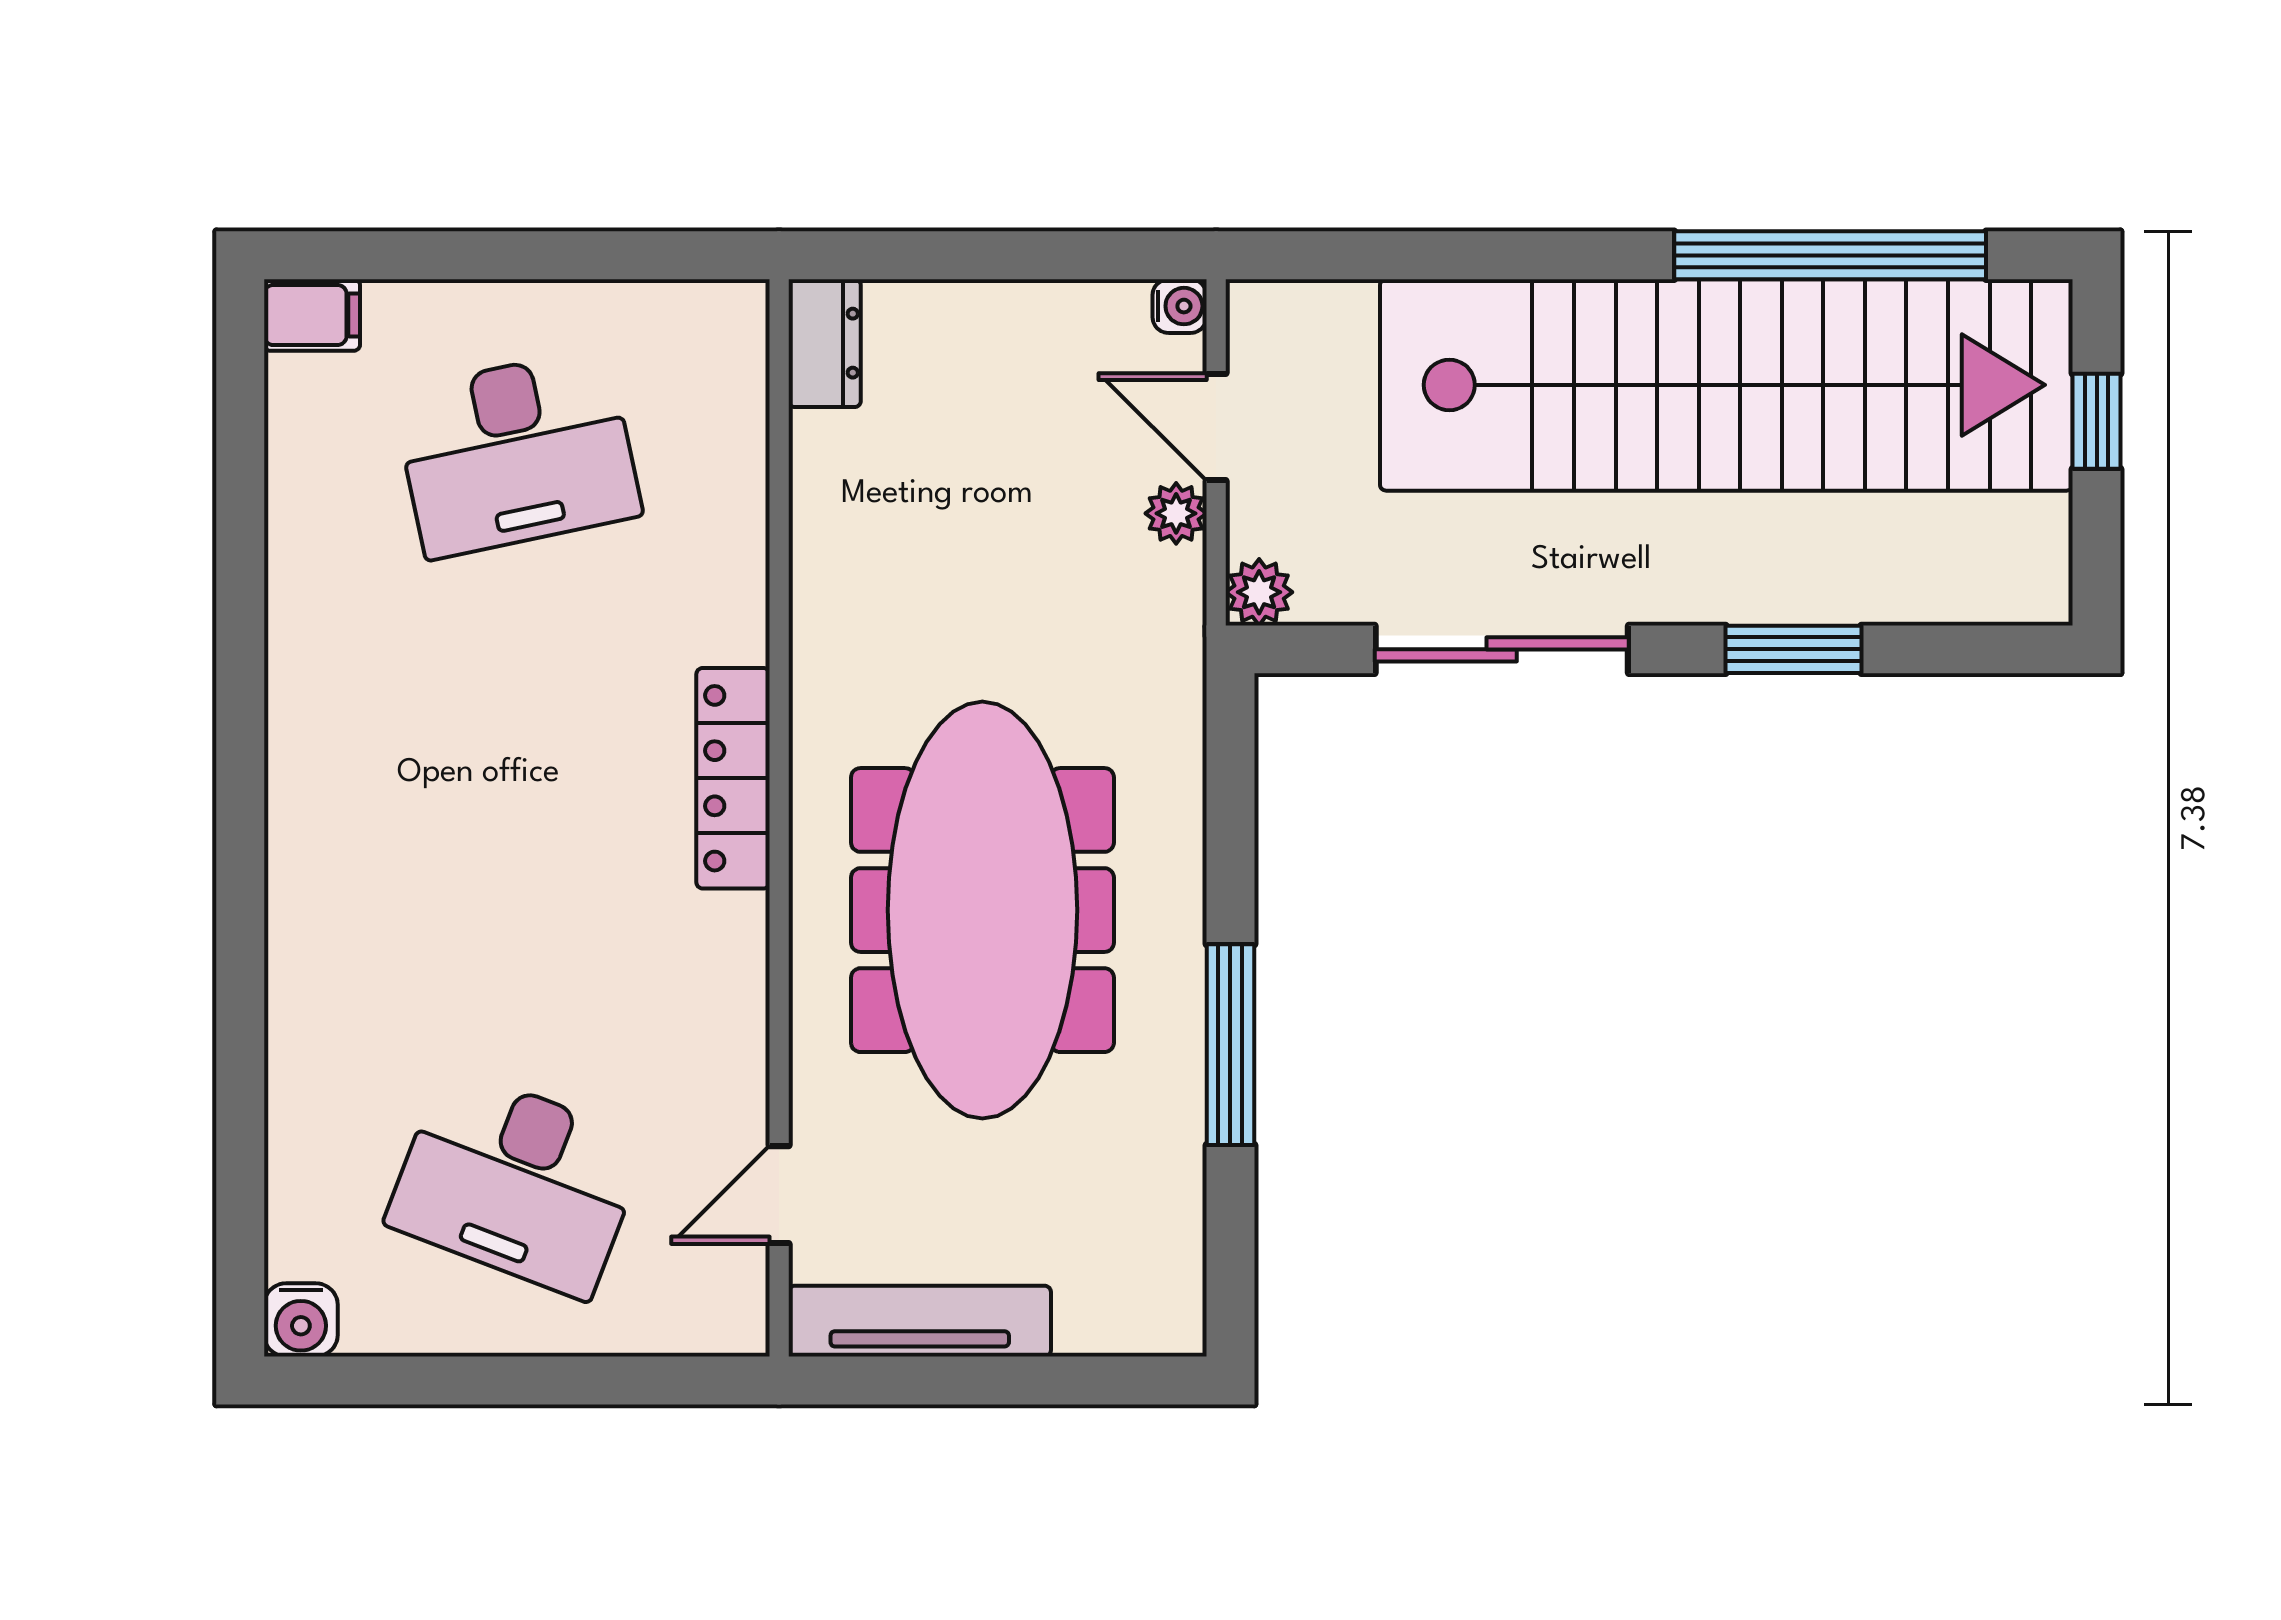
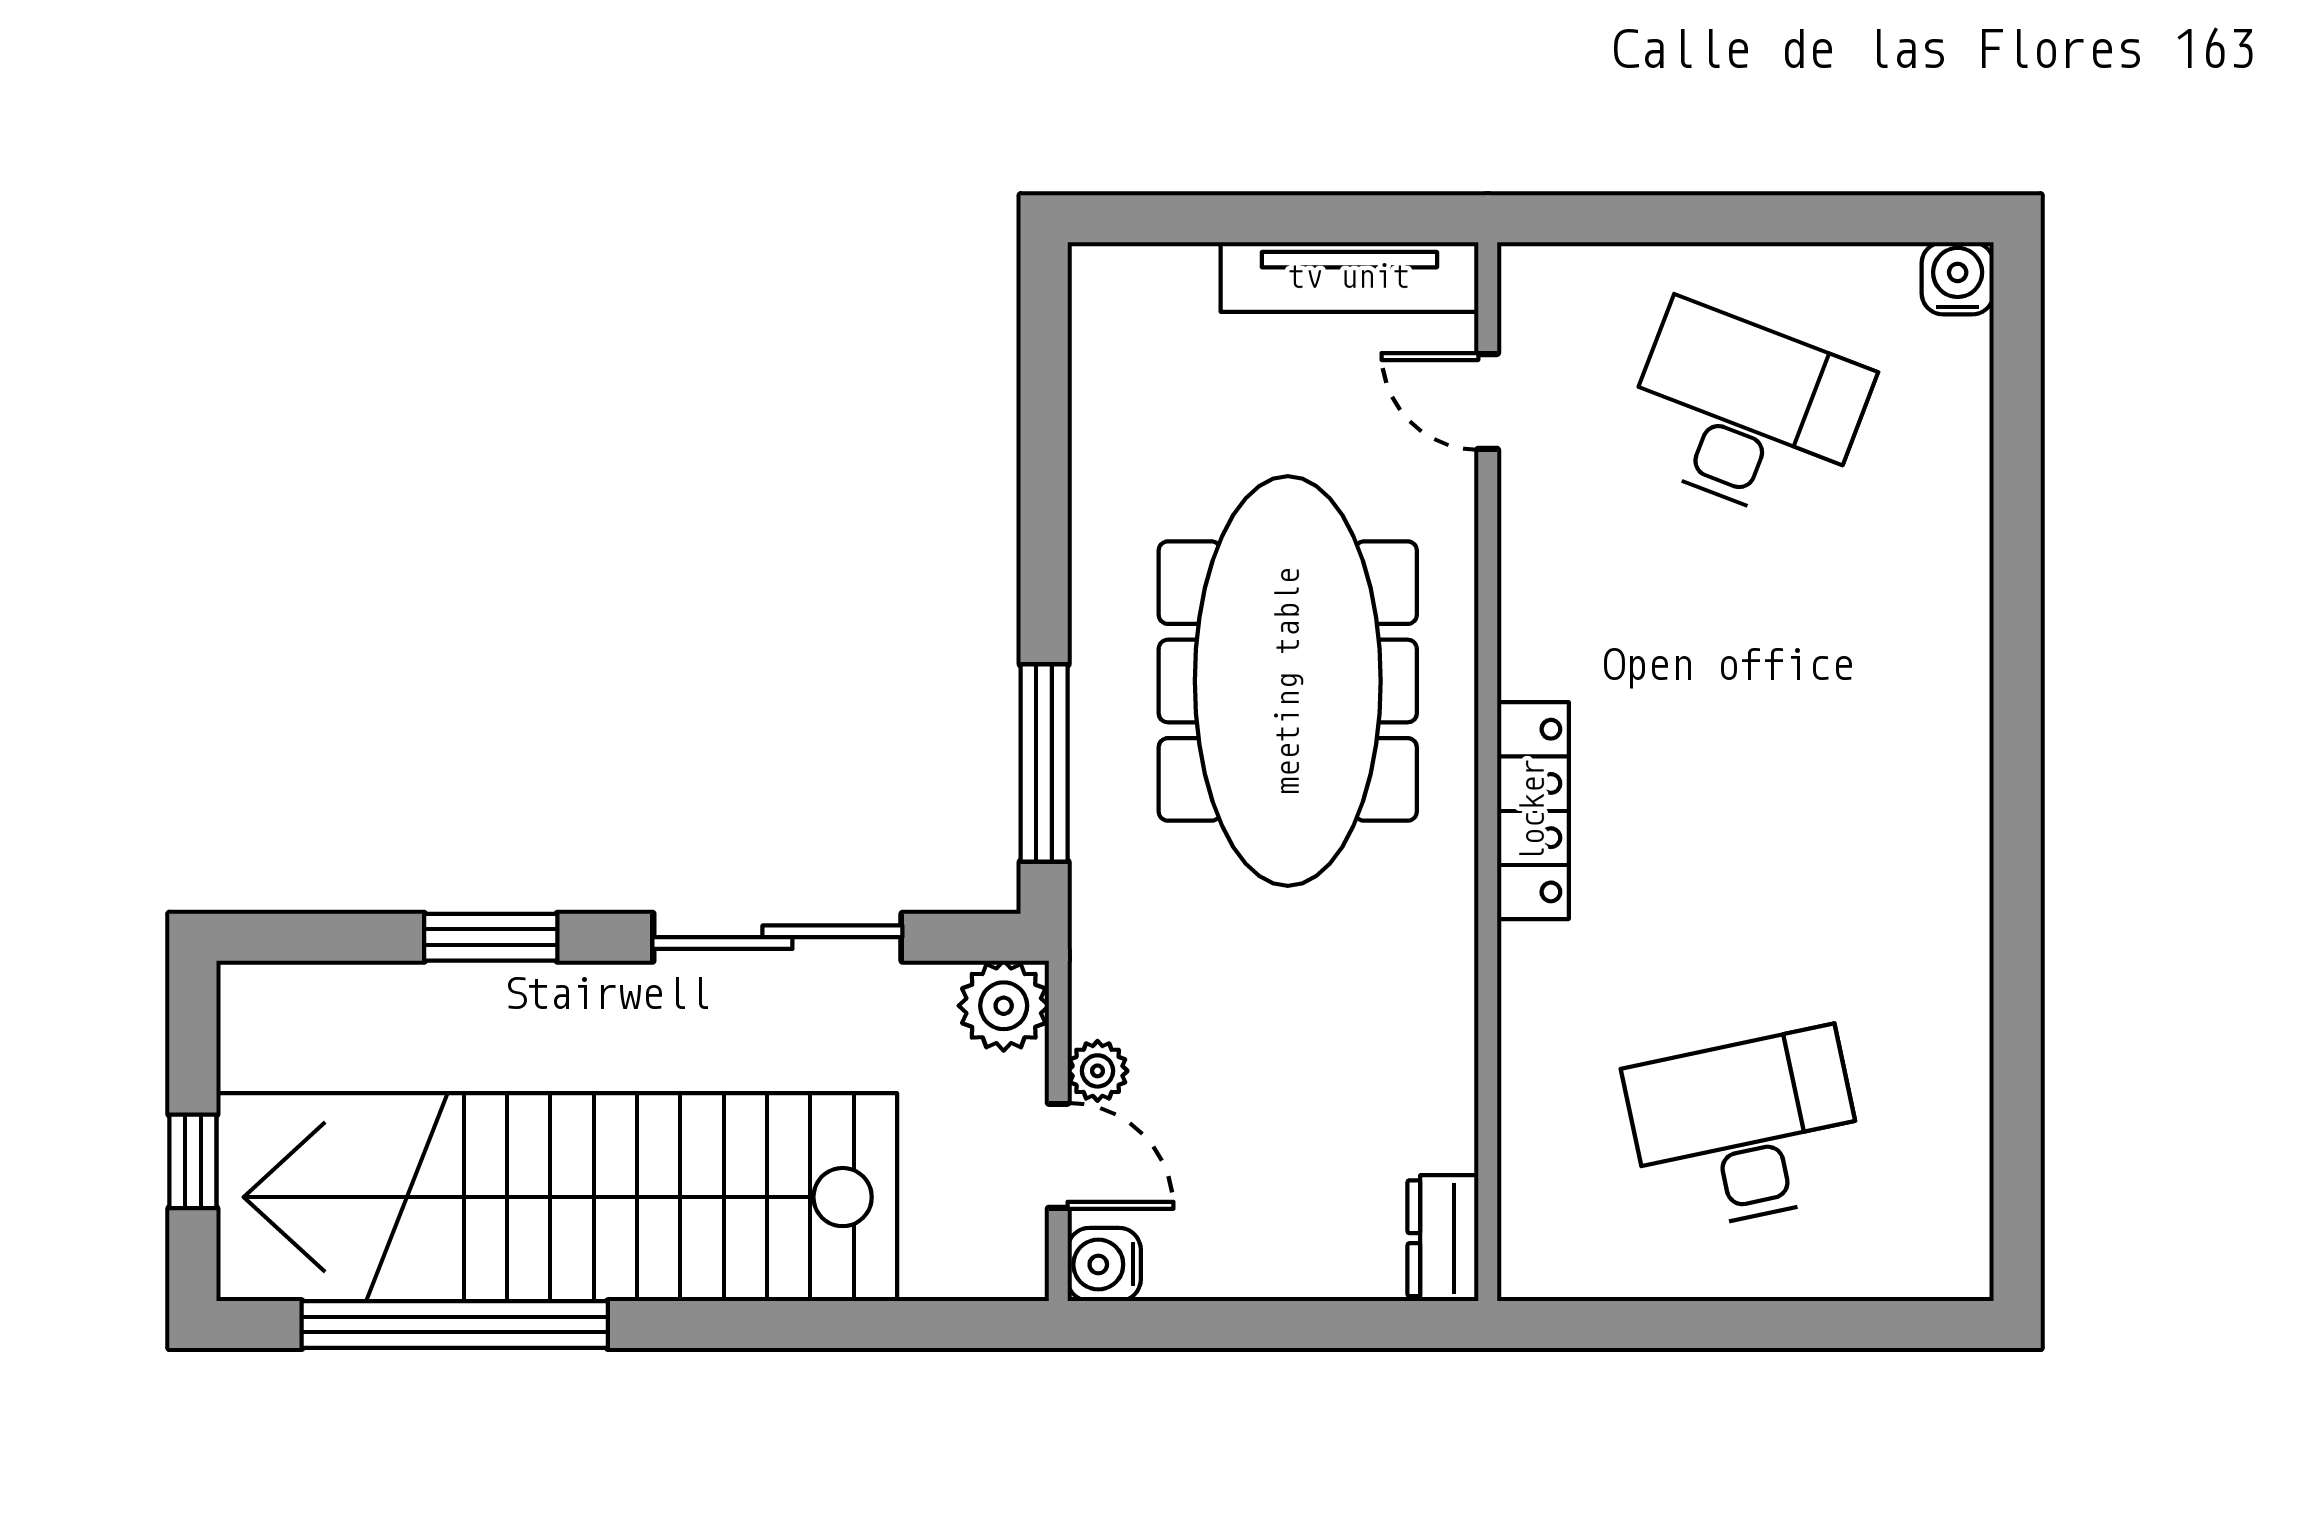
water cooler: (1180, 306) -> (1104, 1264), width x1.38, depth x1.38
filing cabinet: (312, 315) -> (1947, 1266), removed
plant: (1259, 592) -> (1004, 1006), width x1.38, depth x1.38
window: (1230, 1045) -> (1044, 763), moved
door: (779, 1195) -> (1488, 401), swing flipped

